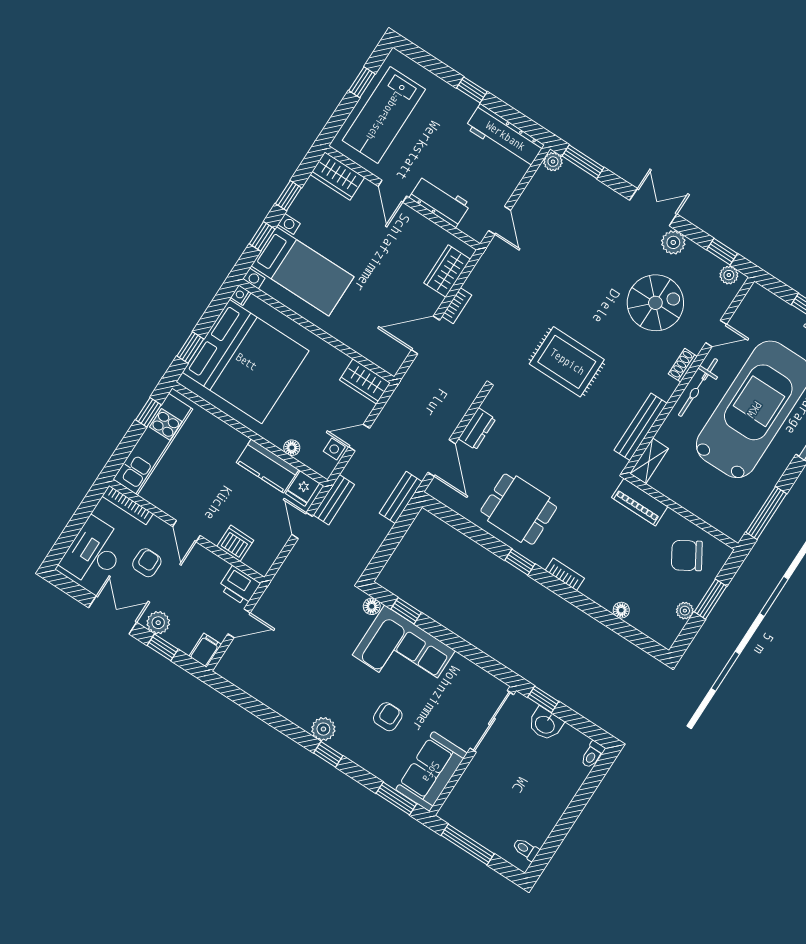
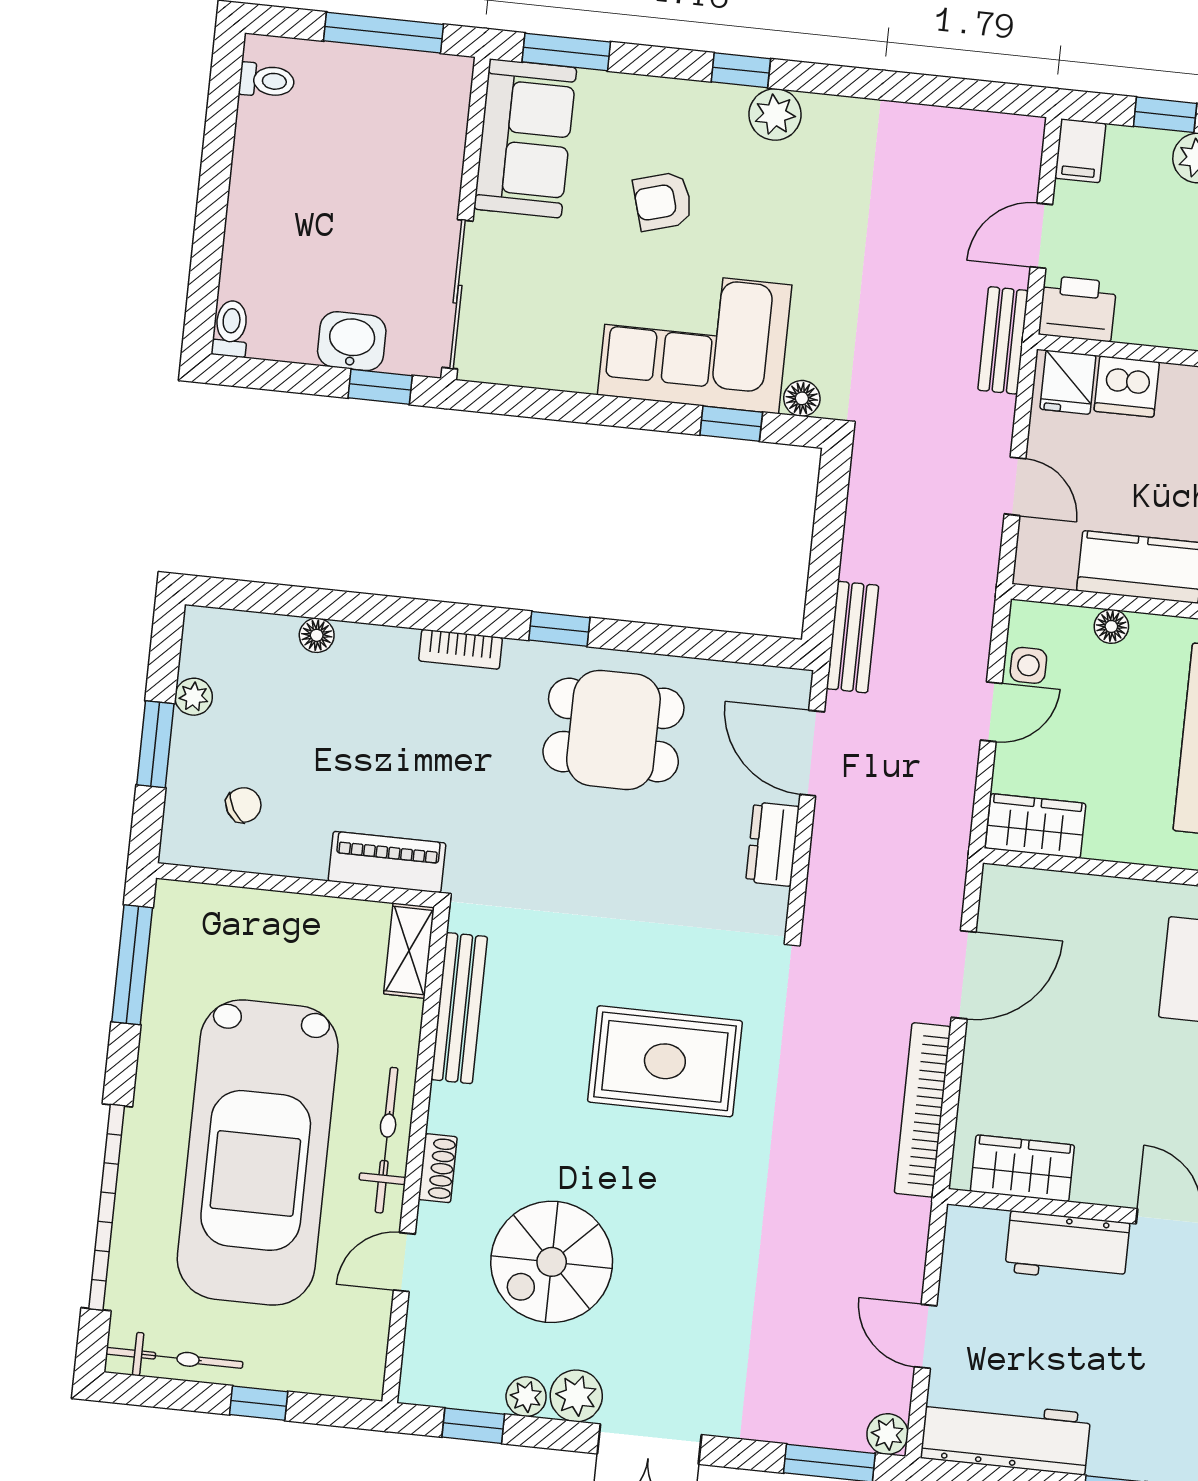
door: (500, 220) -> (926, 1336), moved
wardrobe: (447, 271) -> (1022, 1168), moved, turned -90
plant: (729, 275) -> (526, 1397), moved
bookcase: (457, 306) -> (923, 1110), width x2.31, depth x1.31
fridge: (303, 488) -> (1068, 382), moved, turned 180
bench: (334, 500) -> (1003, 340), moved
chair: (687, 556) -> (244, 805), width x0.54, depth x0.54
armchair: (388, 717) -> (663, 201), turned 74

